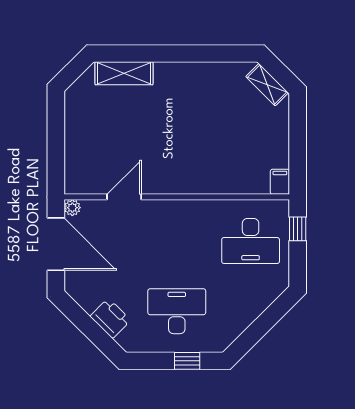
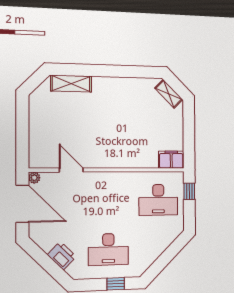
filing cabinet: (280, 182) -> (171, 160), width x2.00
door: (124, 197) -> (71, 170), hinge flipped
desk: (177, 311) -> (108, 249), turned 180

